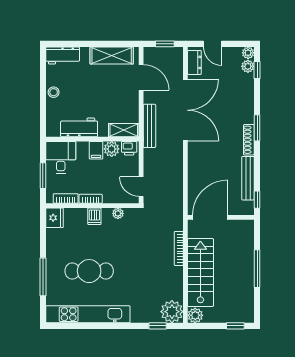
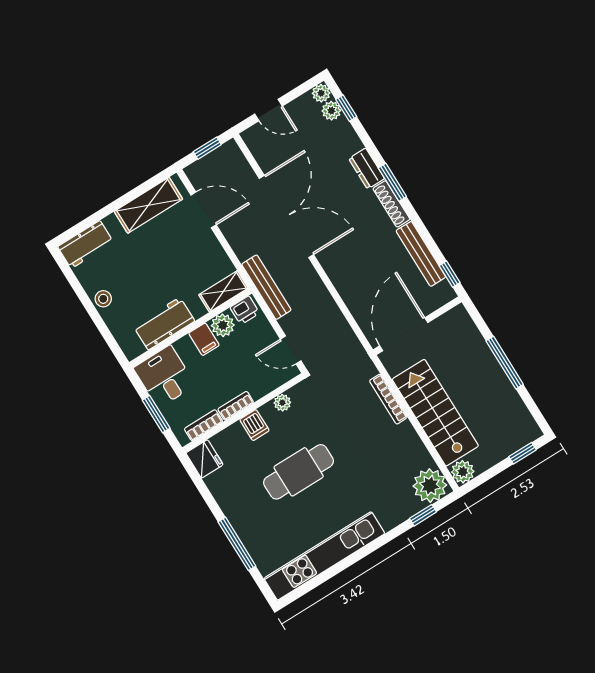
dresser: (194, 62) -> (367, 169), moved, turned 180
bench: (149, 126) -> (266, 287), moved
cafe table: (89, 271) -> (299, 472), moved

